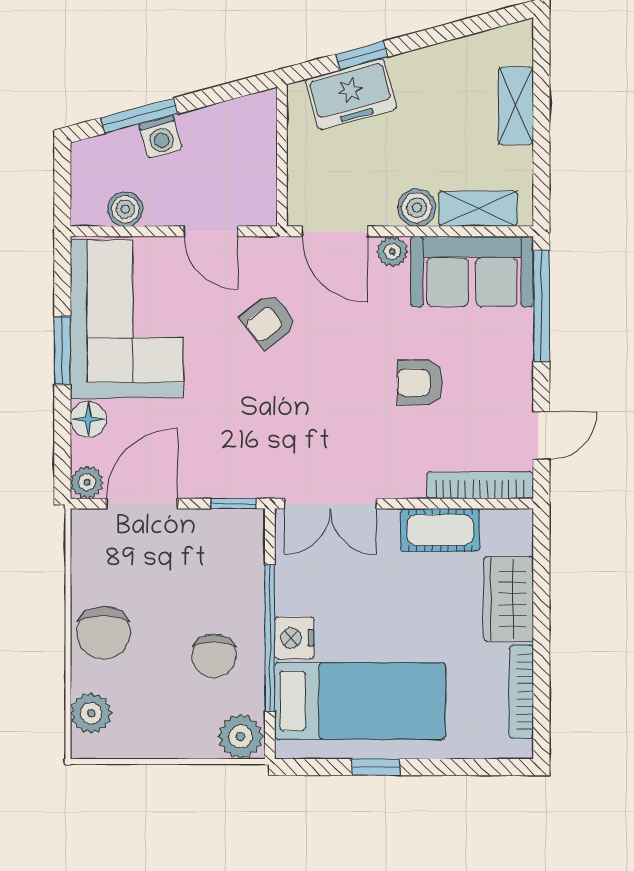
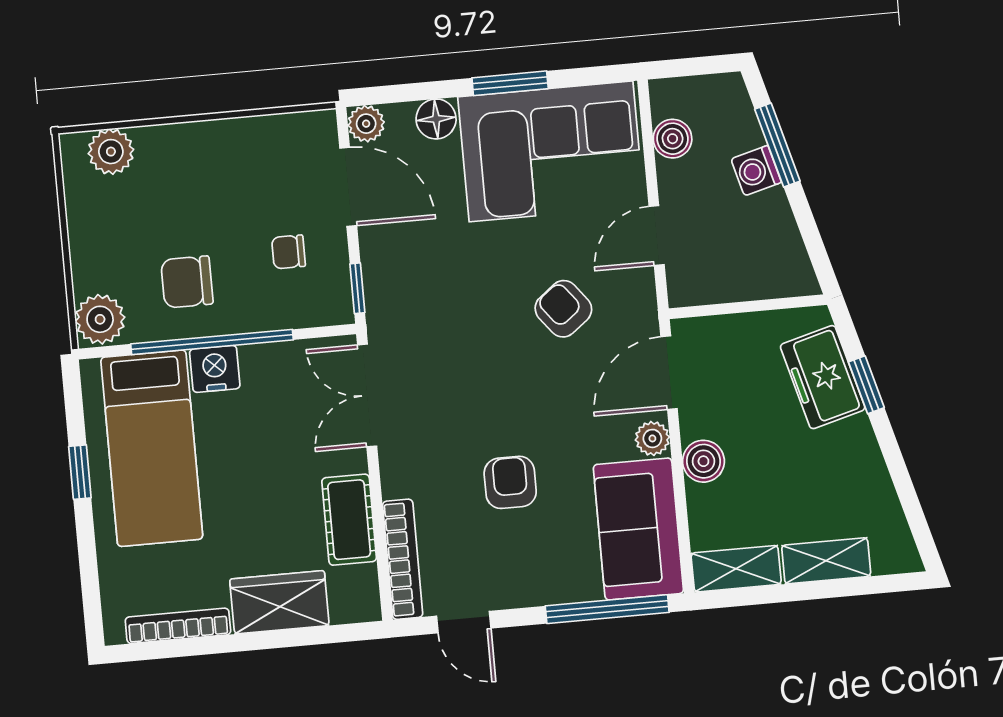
shelving: (478, 209) -> (736, 569), moved, turned 90
chair: (104, 633) -> (289, 252), moved, width x0.54, depth x0.54

